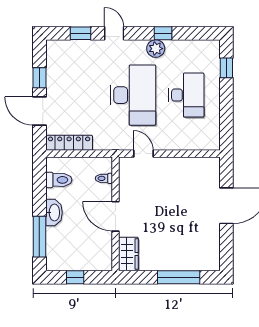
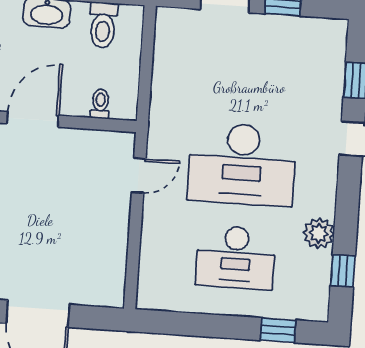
window: (163, 33) -> (343, 271), moved
plant: (156, 49) -> (319, 233), moved
locker: (69, 143) -> (166, 47), removed

